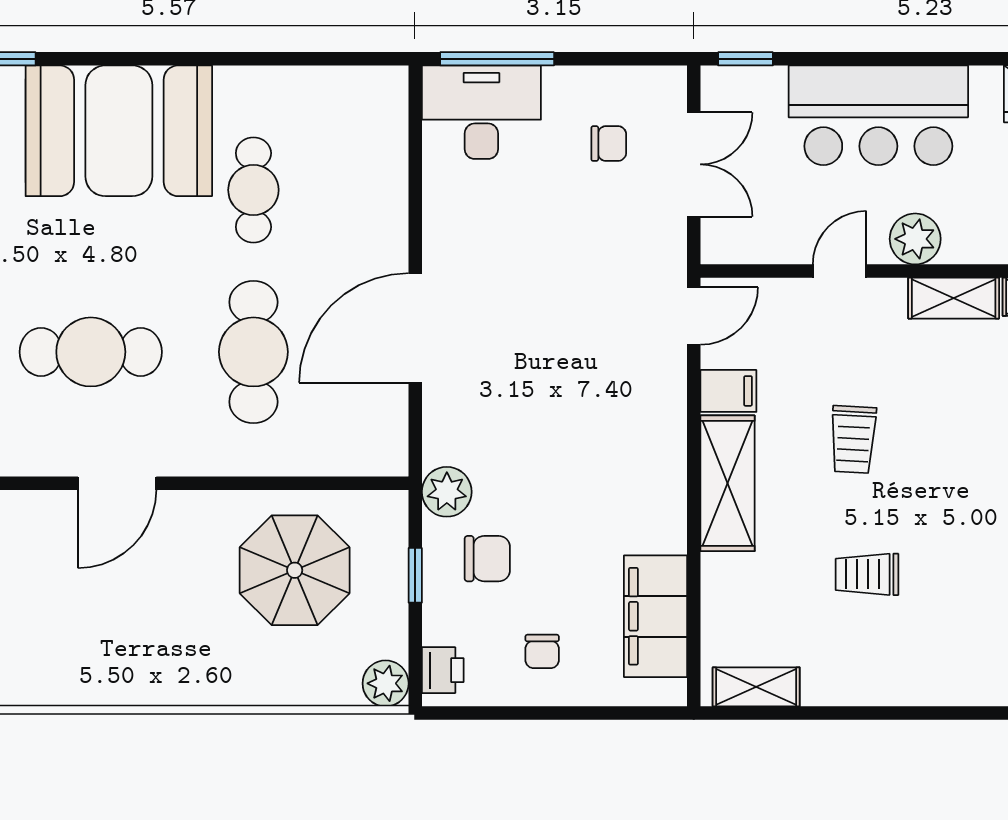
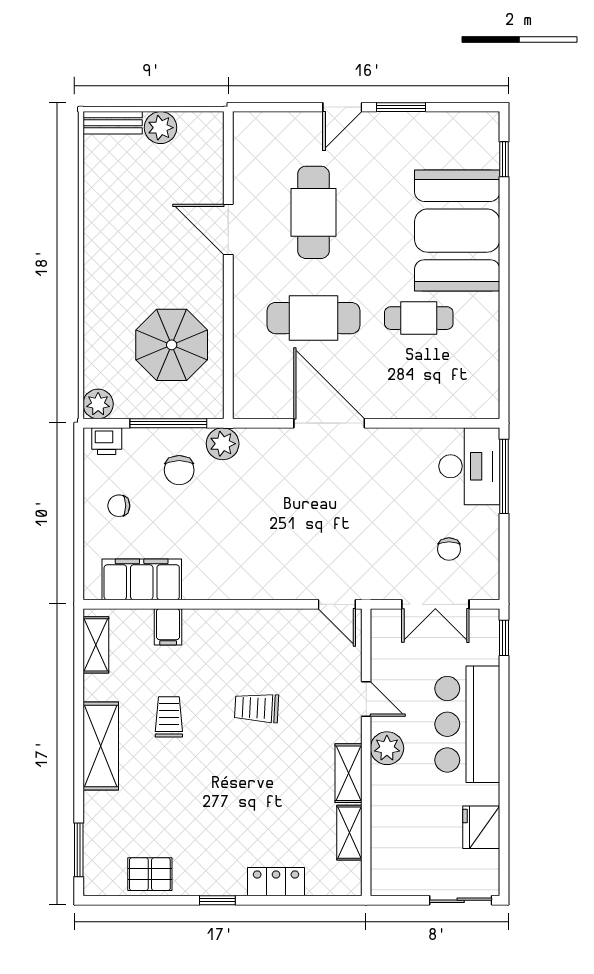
filing cabinet: (728, 391) -> (168, 627), moved
shelving: (728, 483) -> (101, 746), moved, turned 90
window: (415, 575) -> (168, 423), width x2.17

